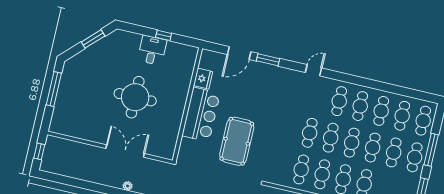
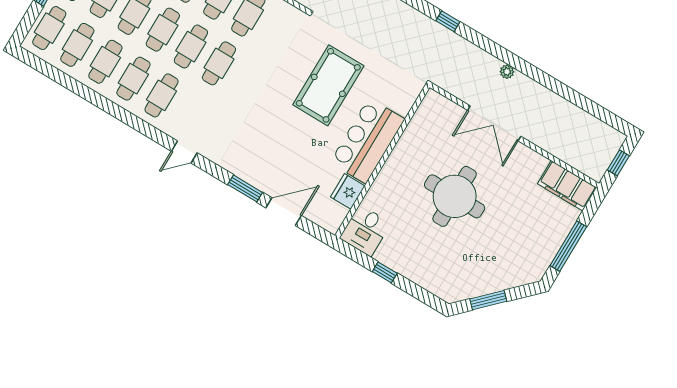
desk: (152, 50) -> (365, 231), moved
filing cabinet: (67, 127) -> (567, 186), added

